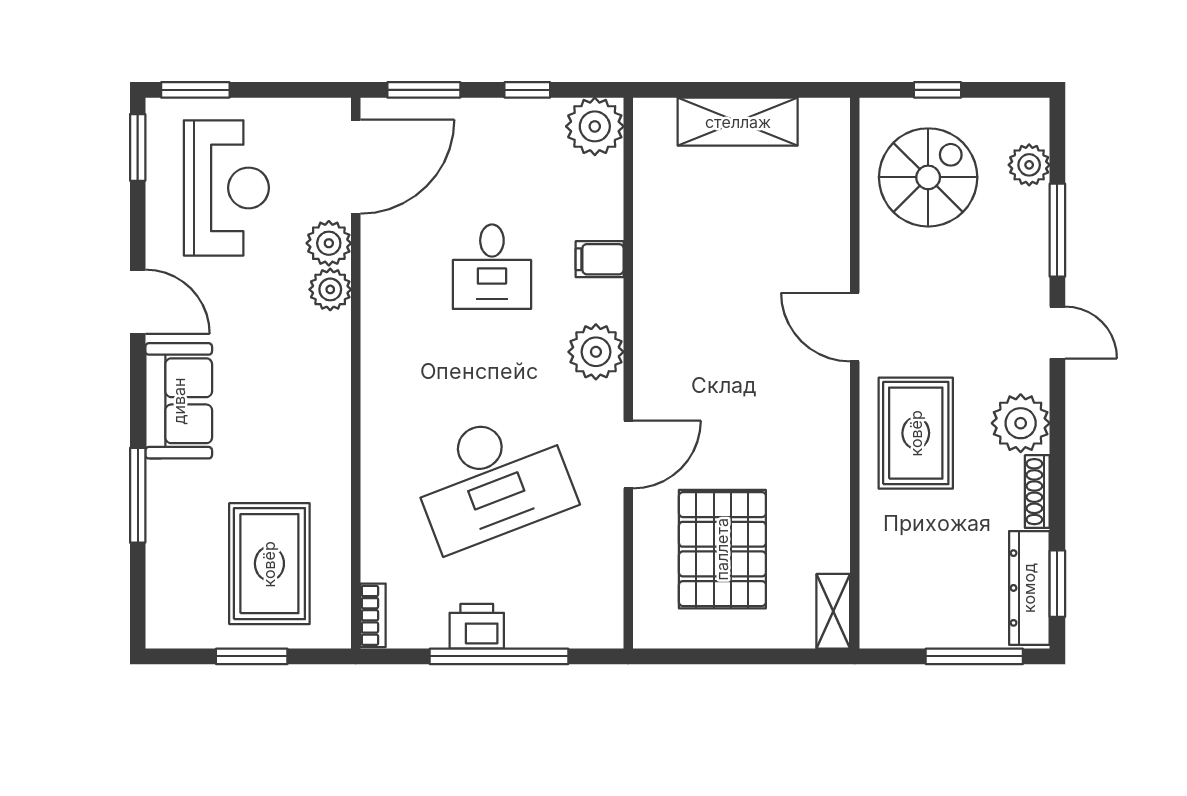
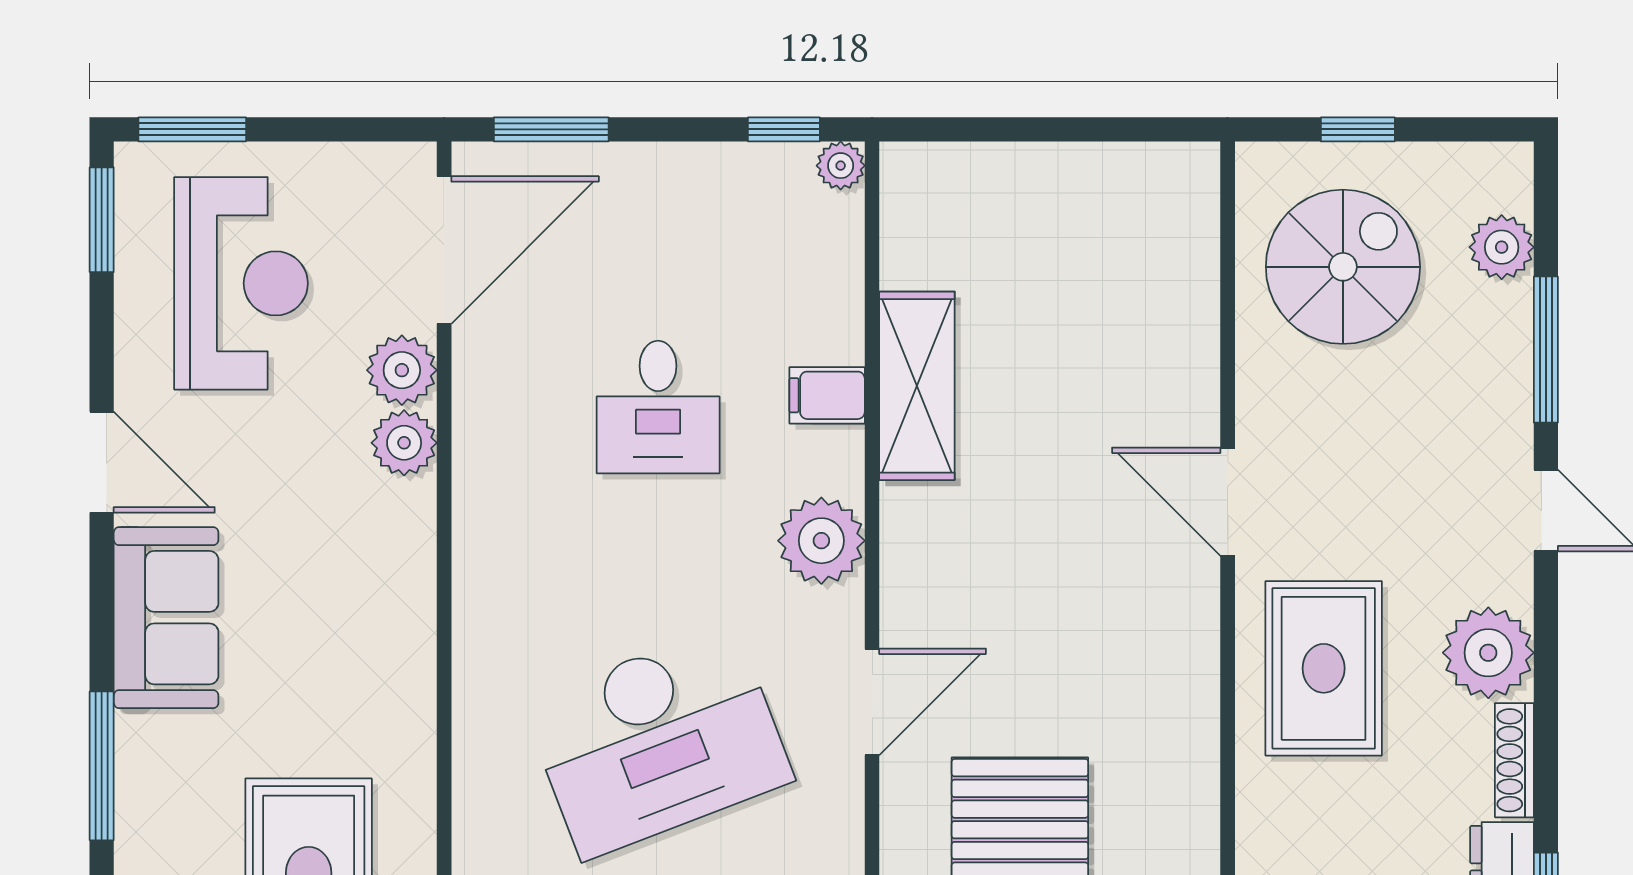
window: (527, 90) -> (784, 129), moved
shelving: (738, 122) -> (917, 386), moved, turned 90
plant: (595, 126) -> (841, 166), width x0.53, depth x0.53

